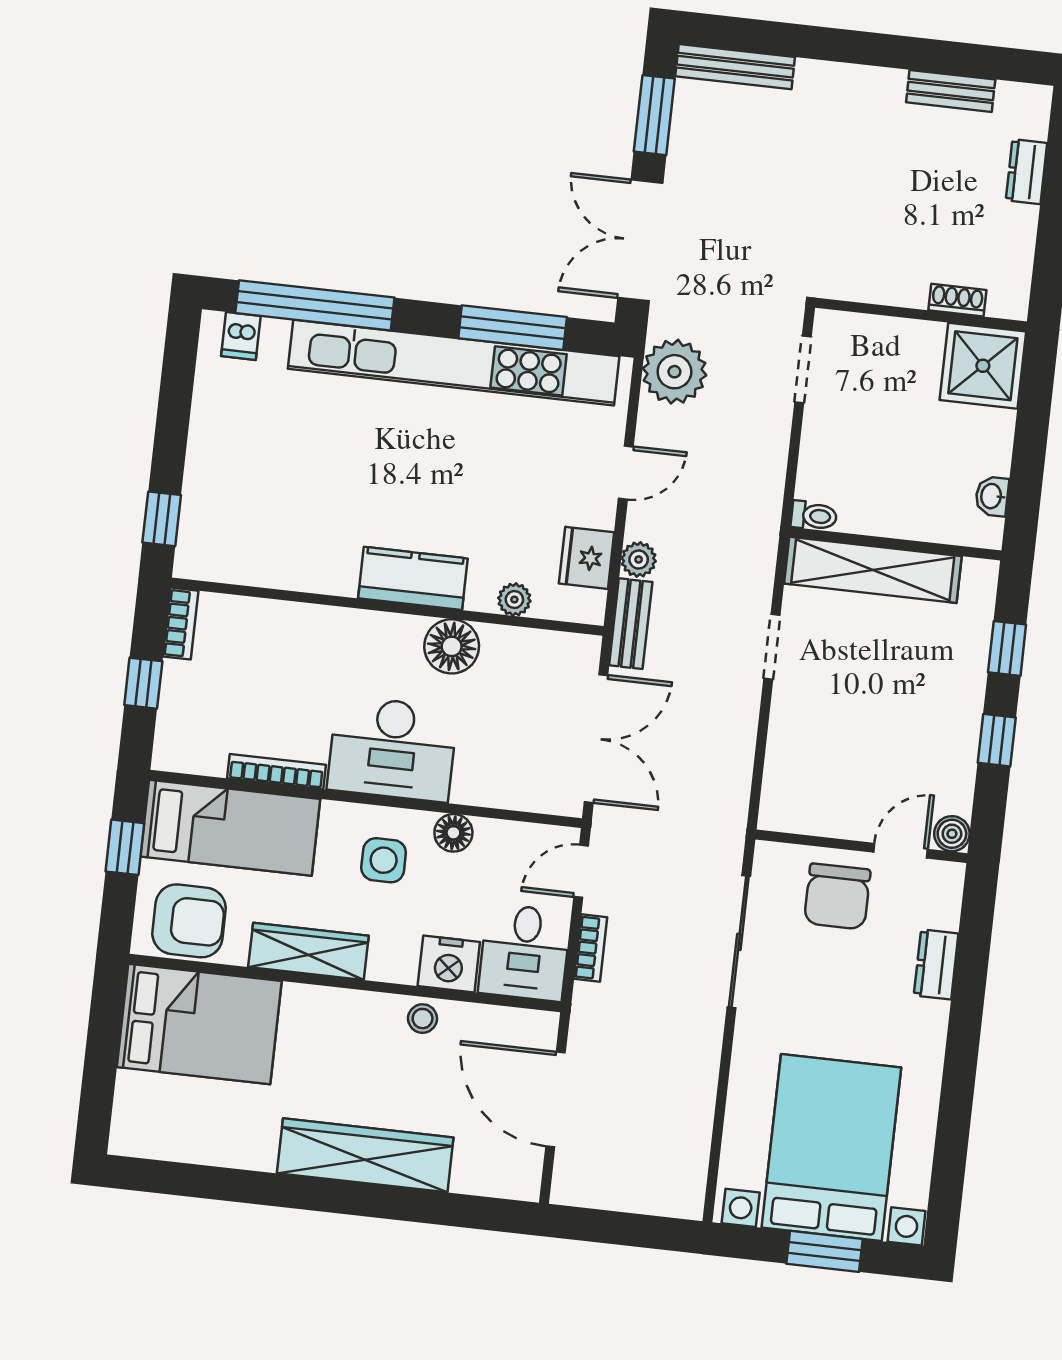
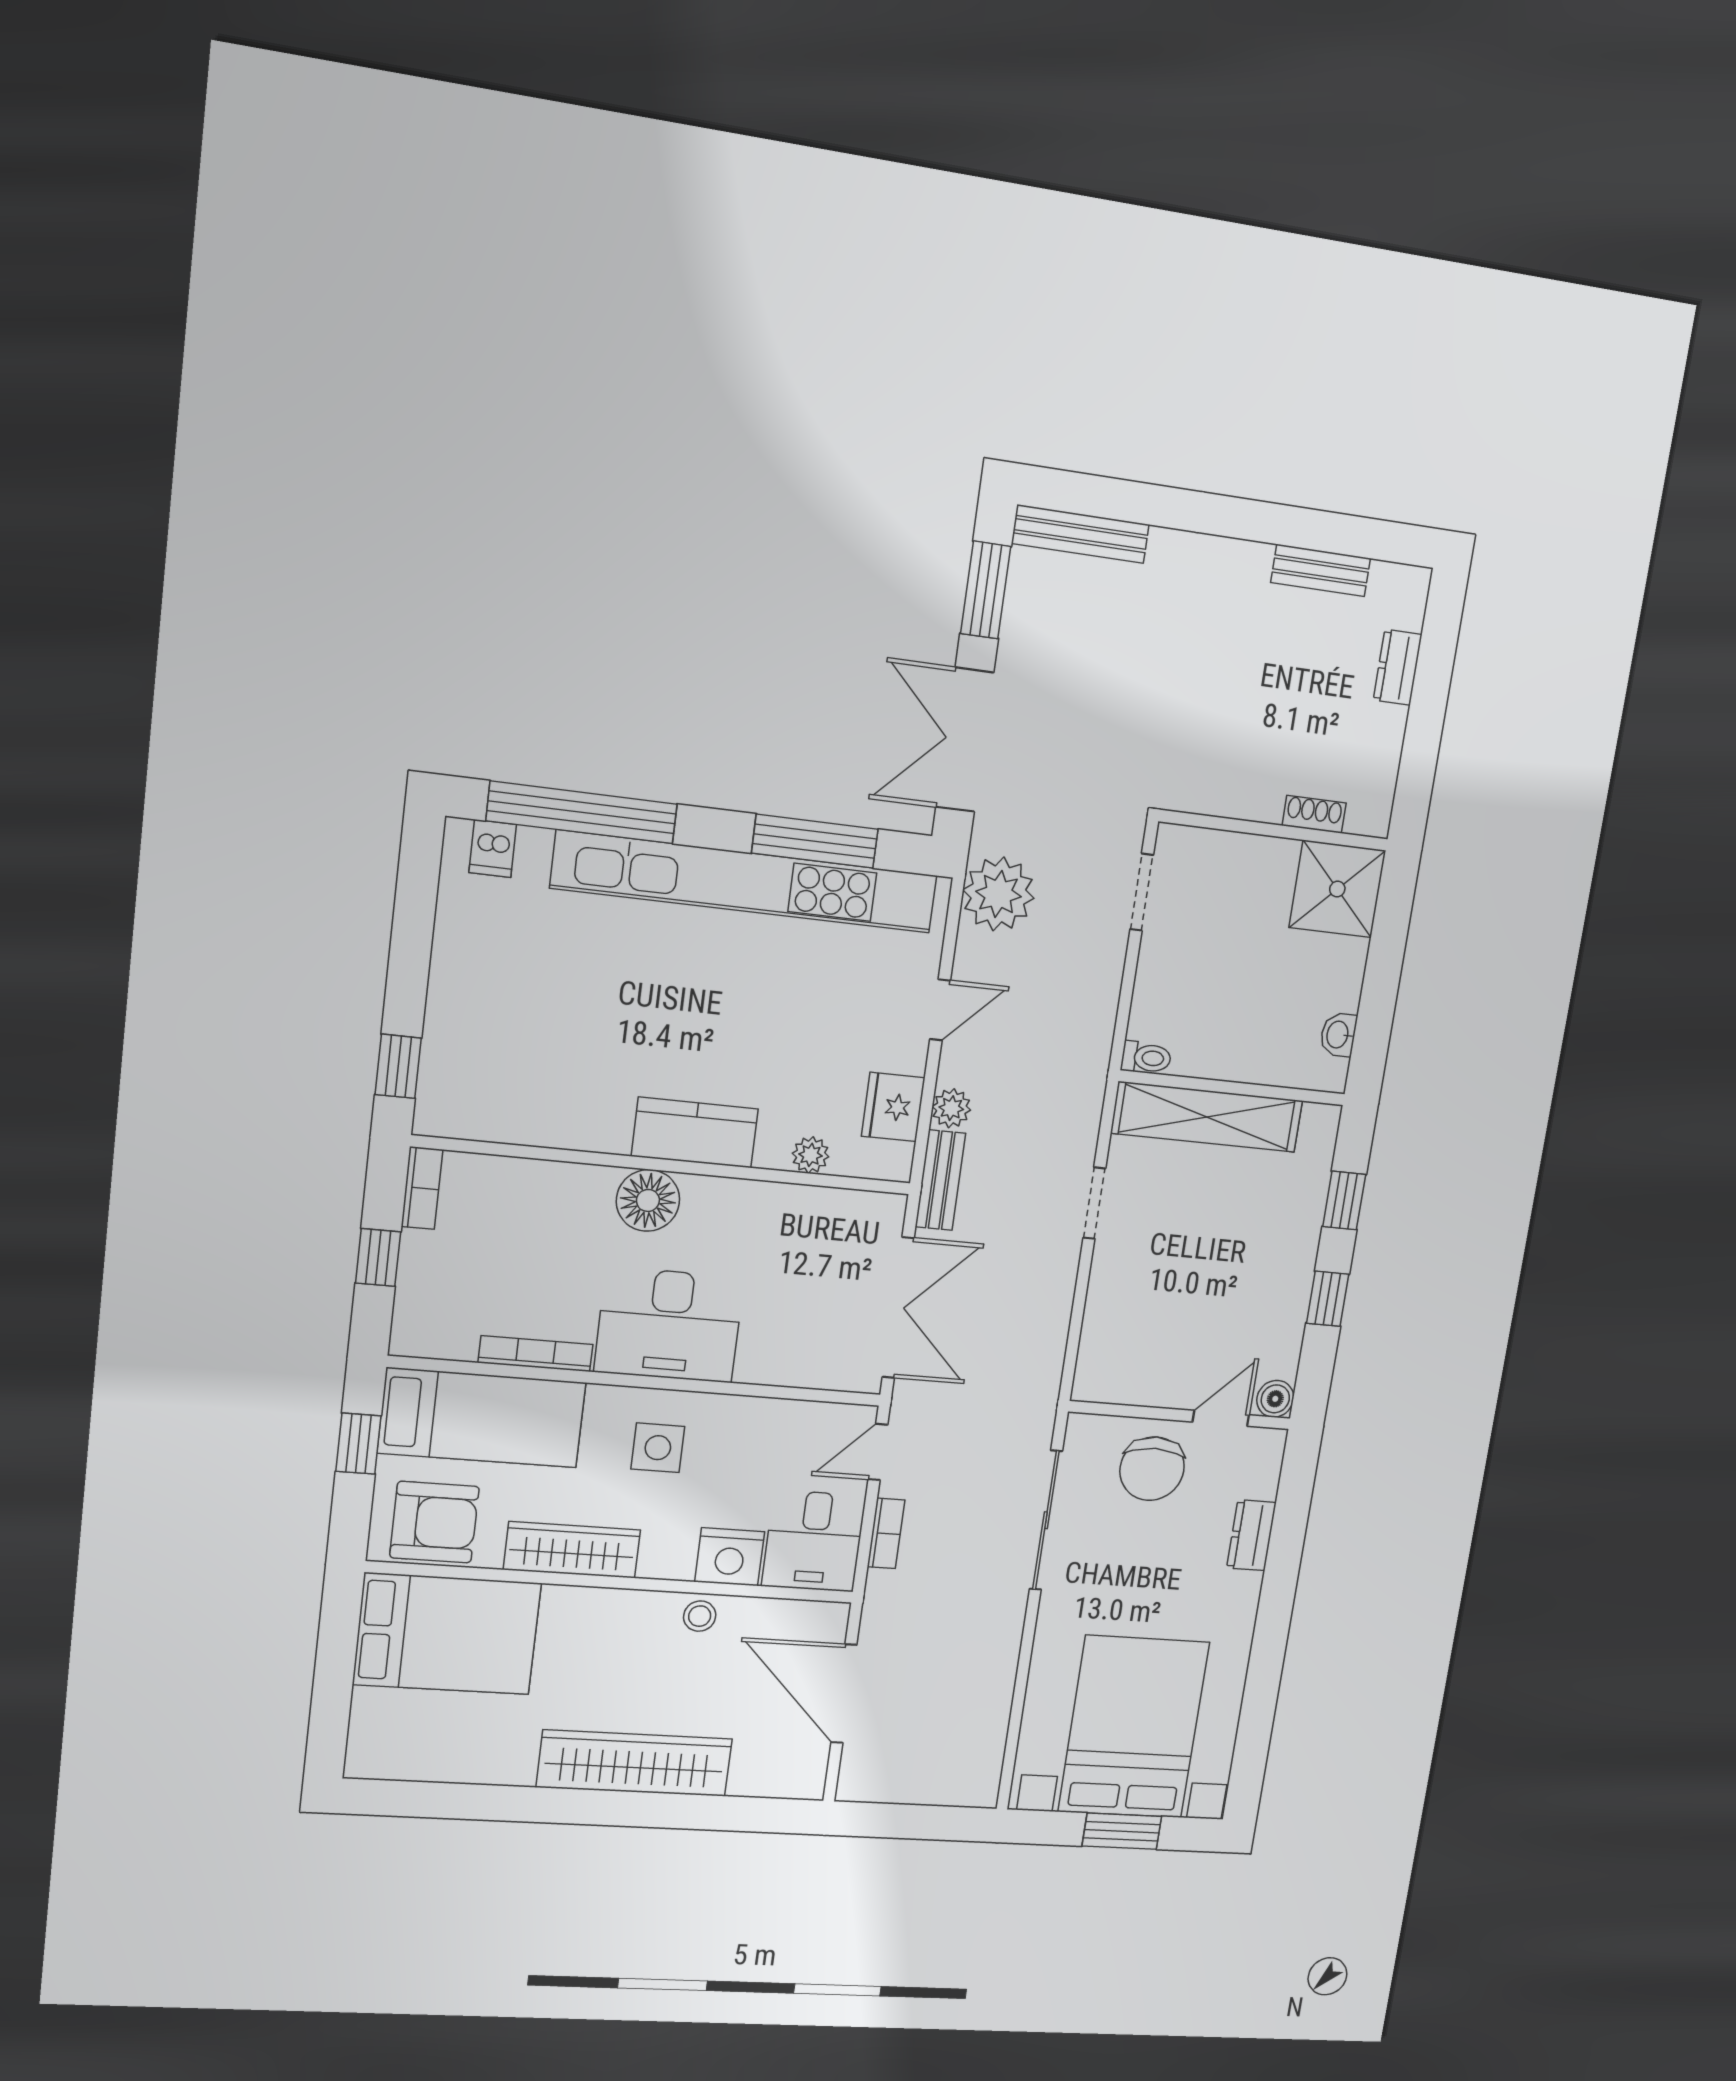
floor lamp: (452, 646) -> (648, 1200), moved
floor lamp: (453, 833) -> (737, 1415), removed

